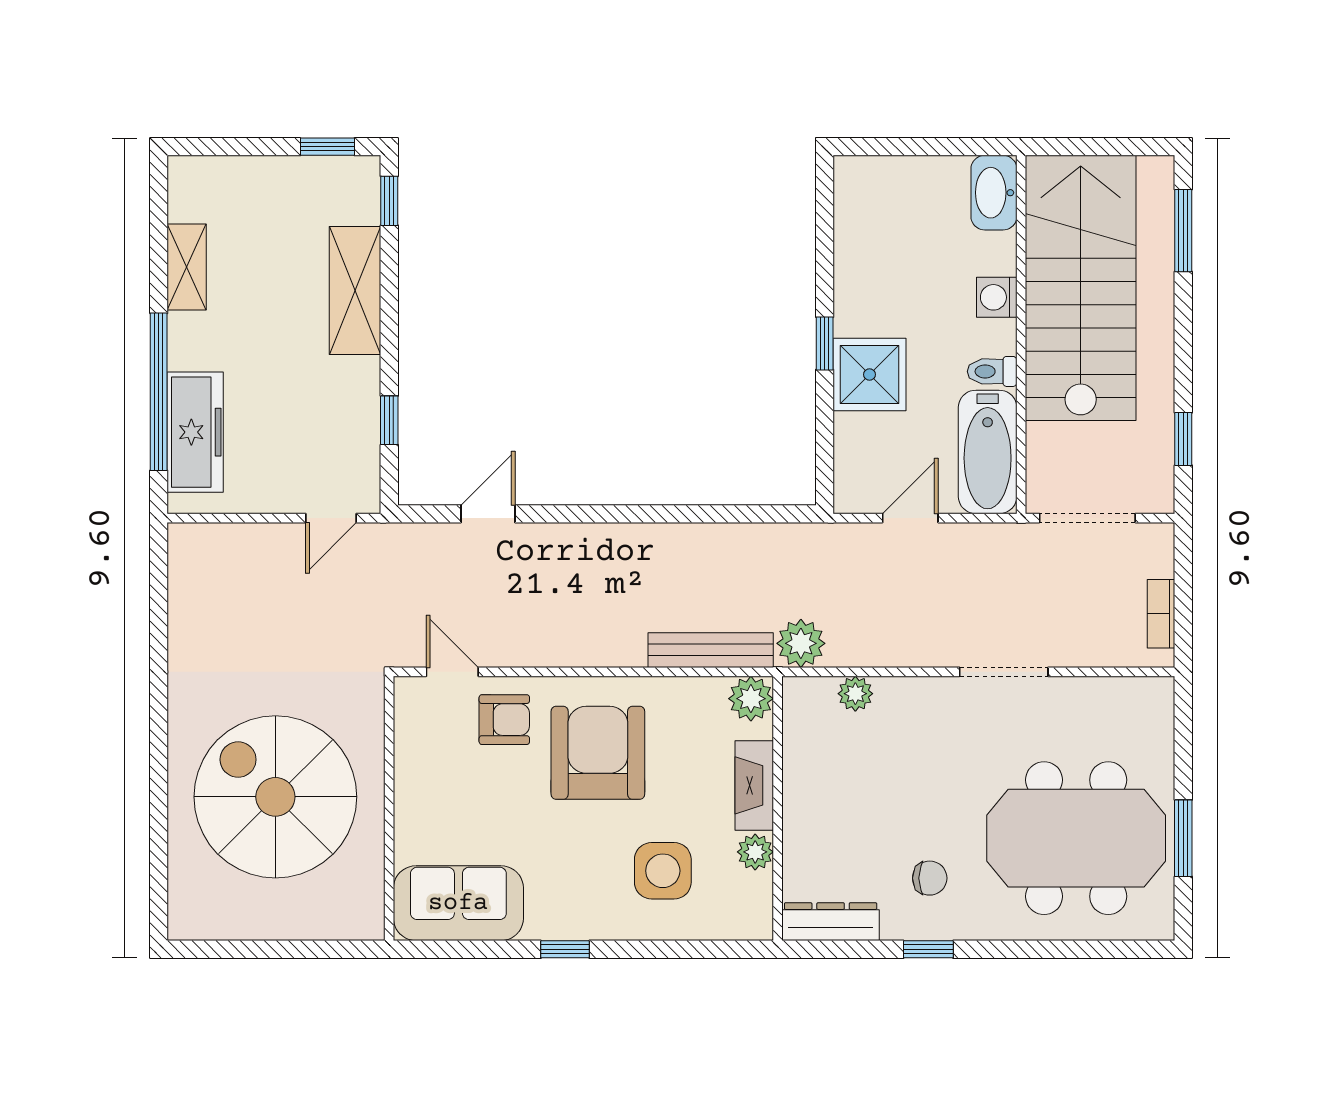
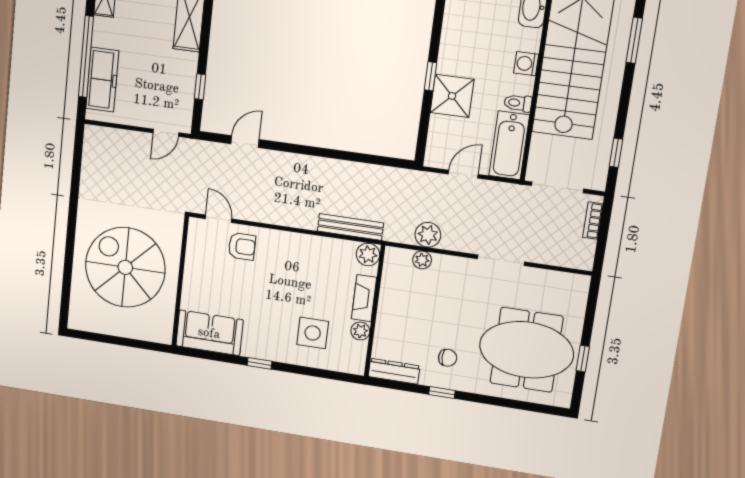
bookcase: (1161, 614) -> (593, 221), moved
plant: (801, 643) -> (428, 235), moved
armchair: (598, 753) -> (287, 270), removed
window: (1183, 838) -> (583, 359), width x0.67

